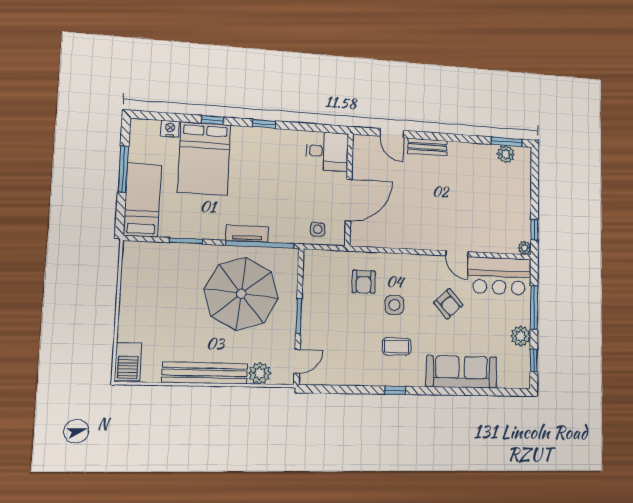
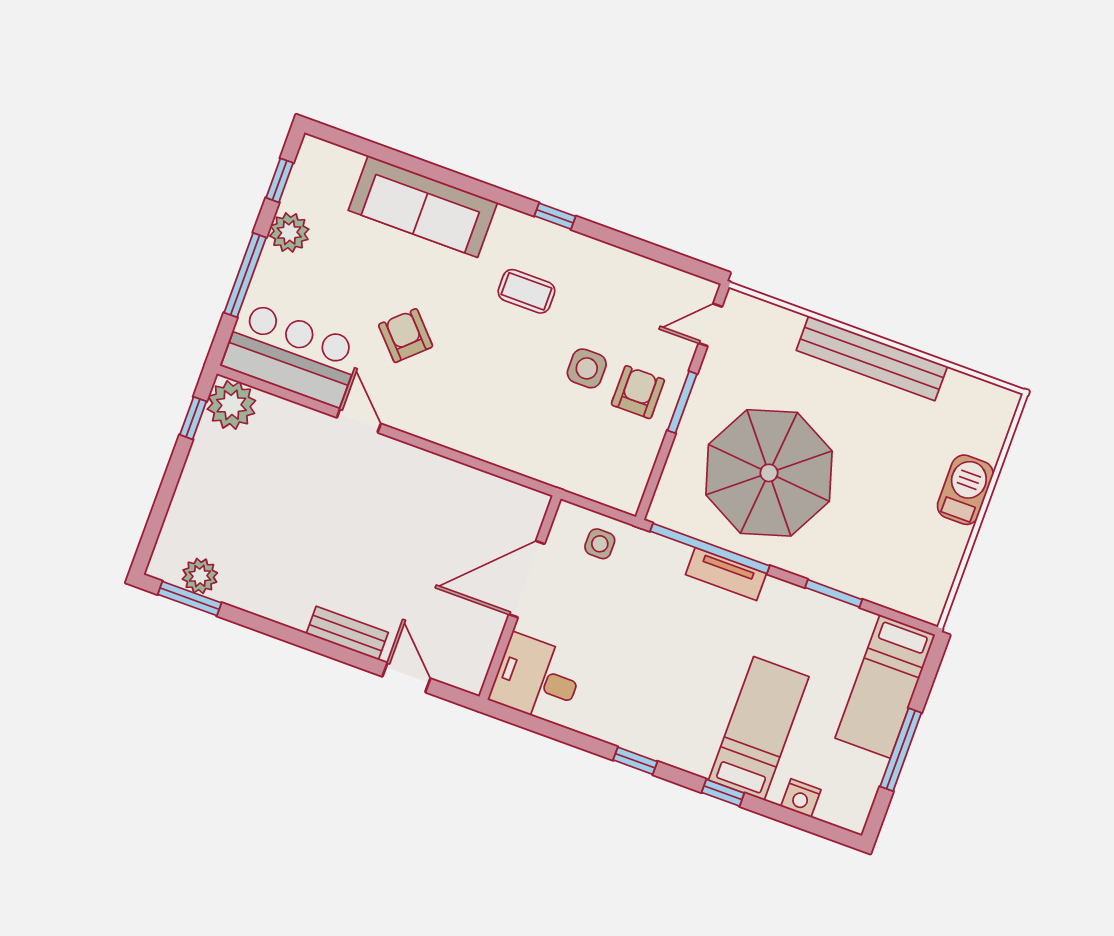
bed: (204, 159) -> (759, 728), width x0.67
plant: (525, 248) -> (231, 405), width x1.87, depth x1.87
armchair: (364, 282) -> (638, 392), moved
side table: (394, 305) -> (587, 368), moved
barbecue: (128, 362) -> (965, 490), moved
plant: (260, 373) -> (781, 327), removed

